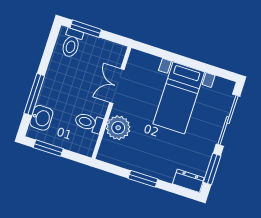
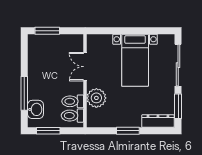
toilet: (72, 43) -> (72, 116), moved, turned 90
dresser: (188, 181) -> (158, 121), width x1.44

